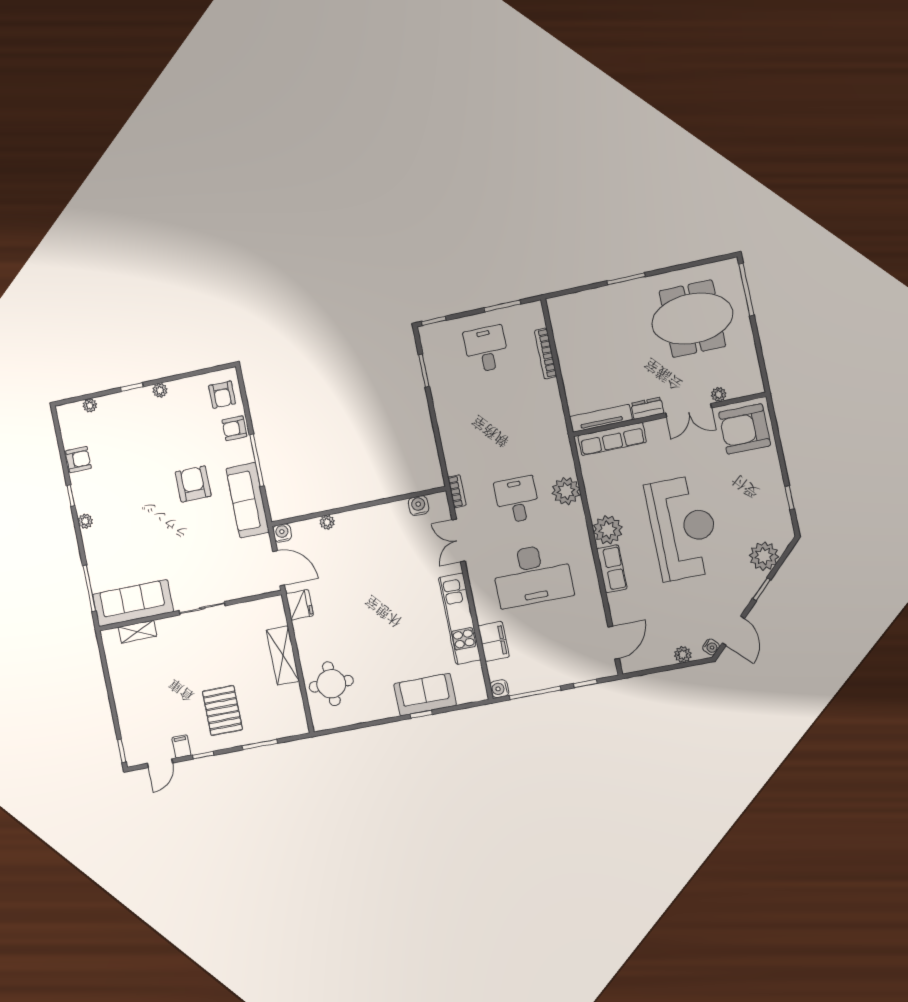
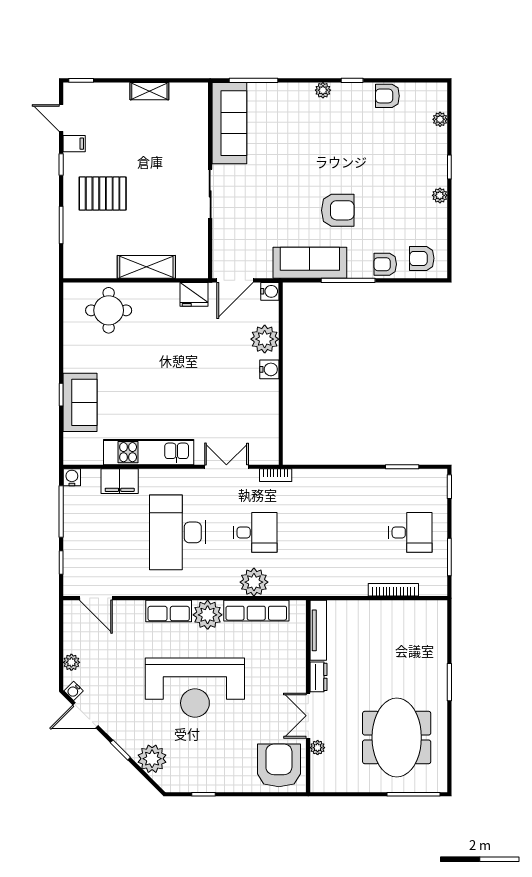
armchair: (234, 428) -> (385, 264), turned -90
row of seats: (612, 439) -> (256, 611), moved, turned -90
armchair: (78, 459) -> (387, 96), turned 90
water cooler: (418, 506) -> (269, 369), moved
plant: (327, 522) -> (265, 339), width x1.87, depth x1.87
shelving: (137, 632) -> (149, 91), moved, turned 90

